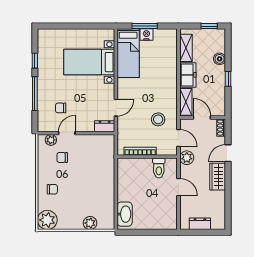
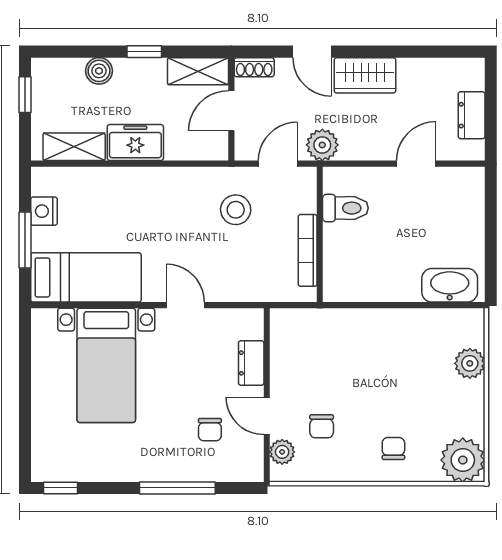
nightstand: (146, 34) -> (44, 211), moved
window: (35, 61) -> (60, 488), moved
shelving: (186, 102) -> (198, 71), moved
door: (116, 108) -> (185, 305), moved
dresser: (105, 126) -> (251, 363), moved
door: (178, 187) -> (416, 164), moved

